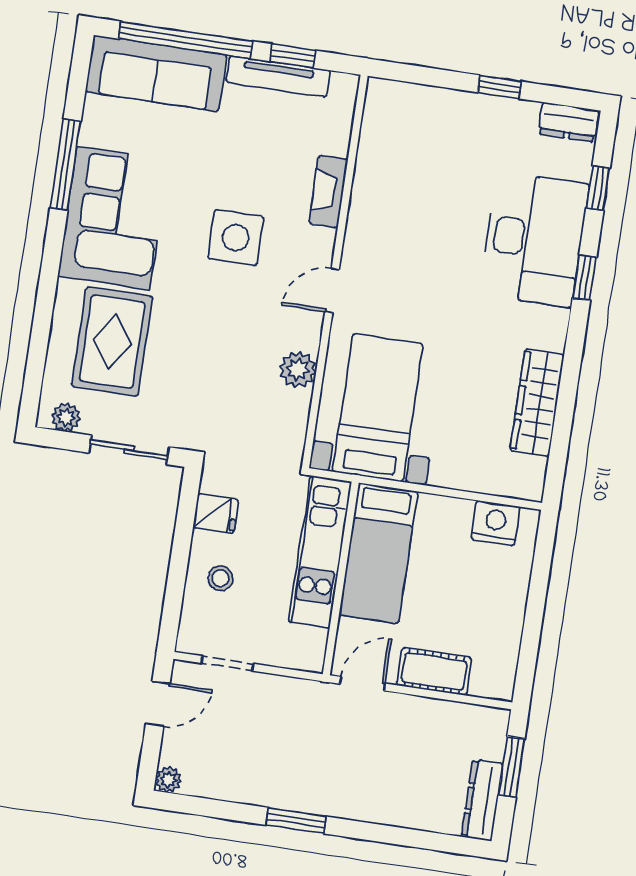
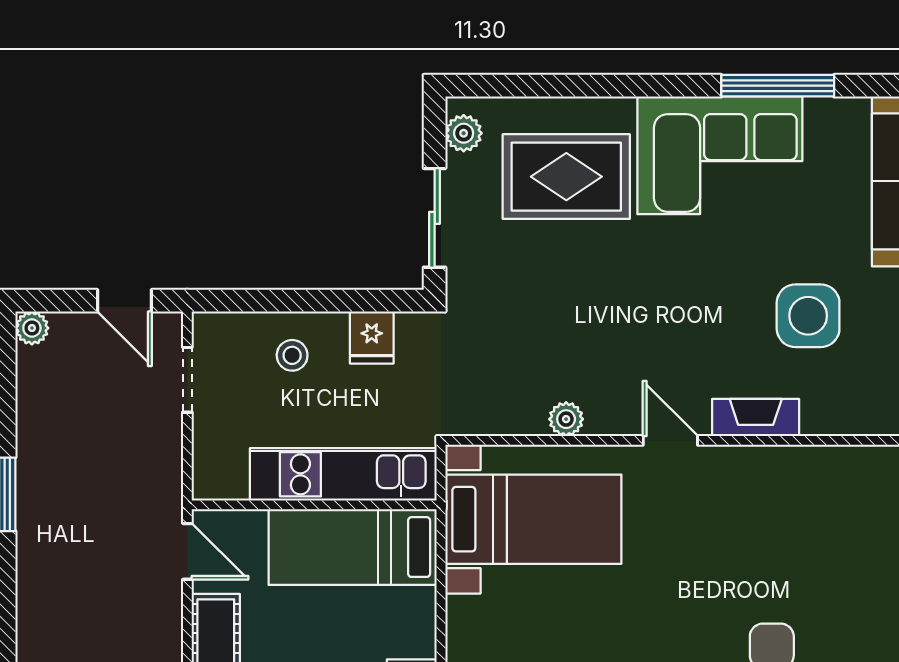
fireplace: (328, 191) -> (756, 418), moved
side table: (236, 238) -> (808, 316), moved
plant: (298, 369) -> (566, 419), width x0.73, depth x0.73

